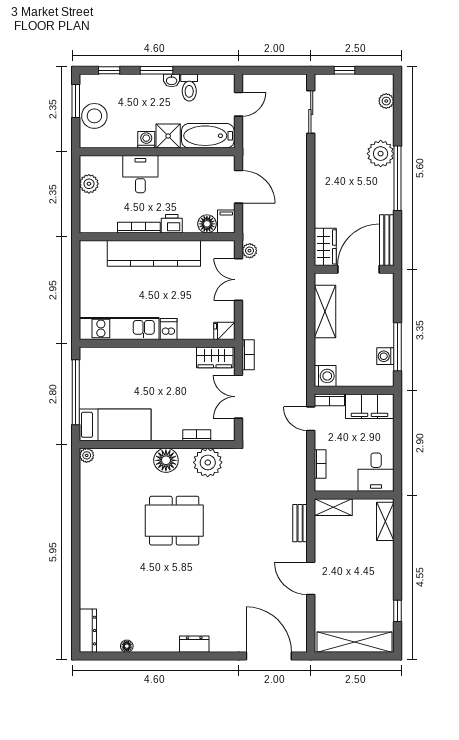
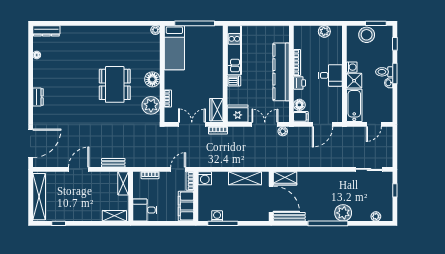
toilet: (189, 88) -> (384, 72), moved
door: (239, 104) -> (374, 124), hinge flipped
desk: (140, 174) -> (330, 75), moved
fridge: (224, 331) -> (238, 114), width x1.88, depth x1.34

